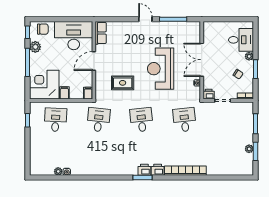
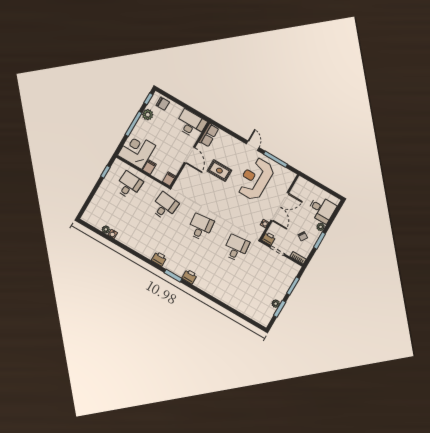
desk: (74, 36) -> (191, 124), width x0.73, depth x0.77
double door: (202, 60) -> (280, 207), swing flipped
door: (94, 61) -> (190, 155), swing flipped
reception desk: (161, 69) -> (255, 179), moved
rug: (123, 83) -> (219, 171), moved
printer: (144, 170) -> (159, 259), moved
bookcase: (185, 171) -> (212, 291), removed

